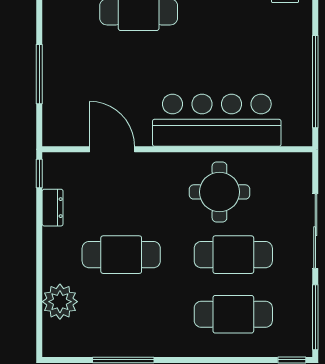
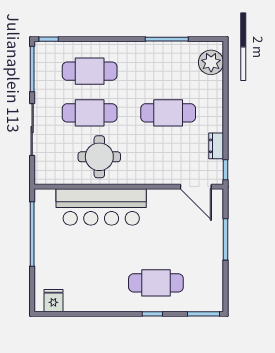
door: (112, 149) -> (196, 187), moved
plant: (60, 302) -> (211, 62), moved

